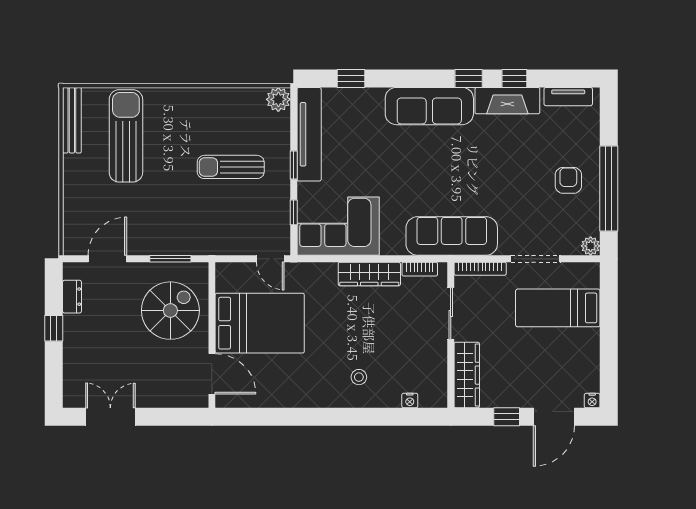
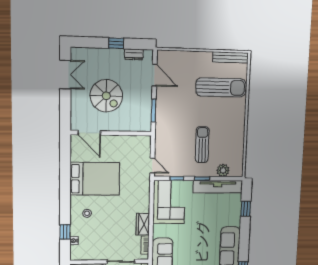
plant: (278, 99) -> (223, 170), moved
door: (270, 259) -> (152, 166), swing flipped
wardrobe: (369, 274) -> (143, 224), width x0.67
spiral stairs: (170, 311) -> (106, 96), moved
bed: (260, 323) -> (95, 179), moved, turned -90
door: (212, 374) -> (89, 133), hinge flipped
window: (393, 417) -> (65, 232), added

